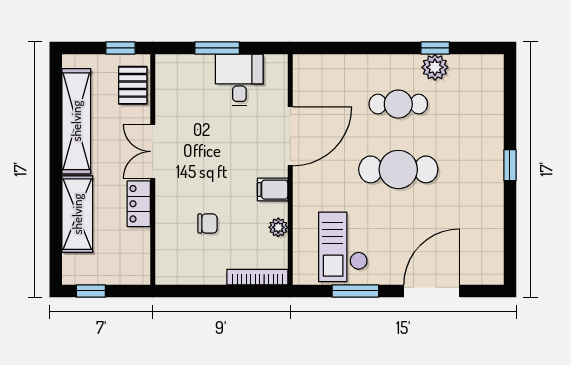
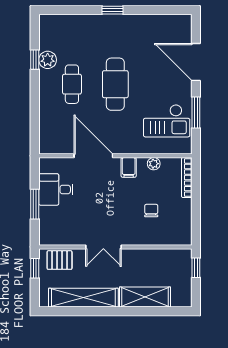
locker: (139, 204) -> (138, 256), removed
window: (91, 291) -> (196, 268), moved

